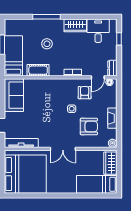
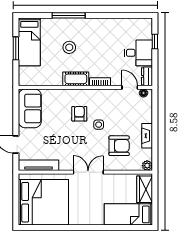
wardrobe: (75, 25) -> (103, 26), removed
desk: (98, 31) -> (138, 53), moved, turned 90
bed: (13, 56) -> (29, 42), moved, turned 180
cot: (38, 70) -> (76, 79), moved
door: (98, 77) -> (130, 87), swing flipped
armchair: (85, 93) -> (79, 114), moved
double door: (63, 149) -> (88, 172), swing flipped

